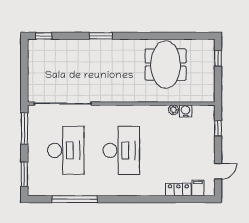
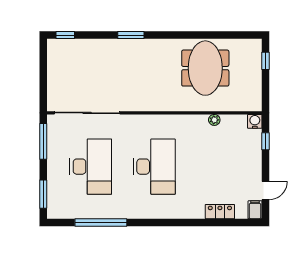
water cooler: (186, 111) -> (255, 121), moved
filing cabinet: (198, 188) -> (255, 210), moved

